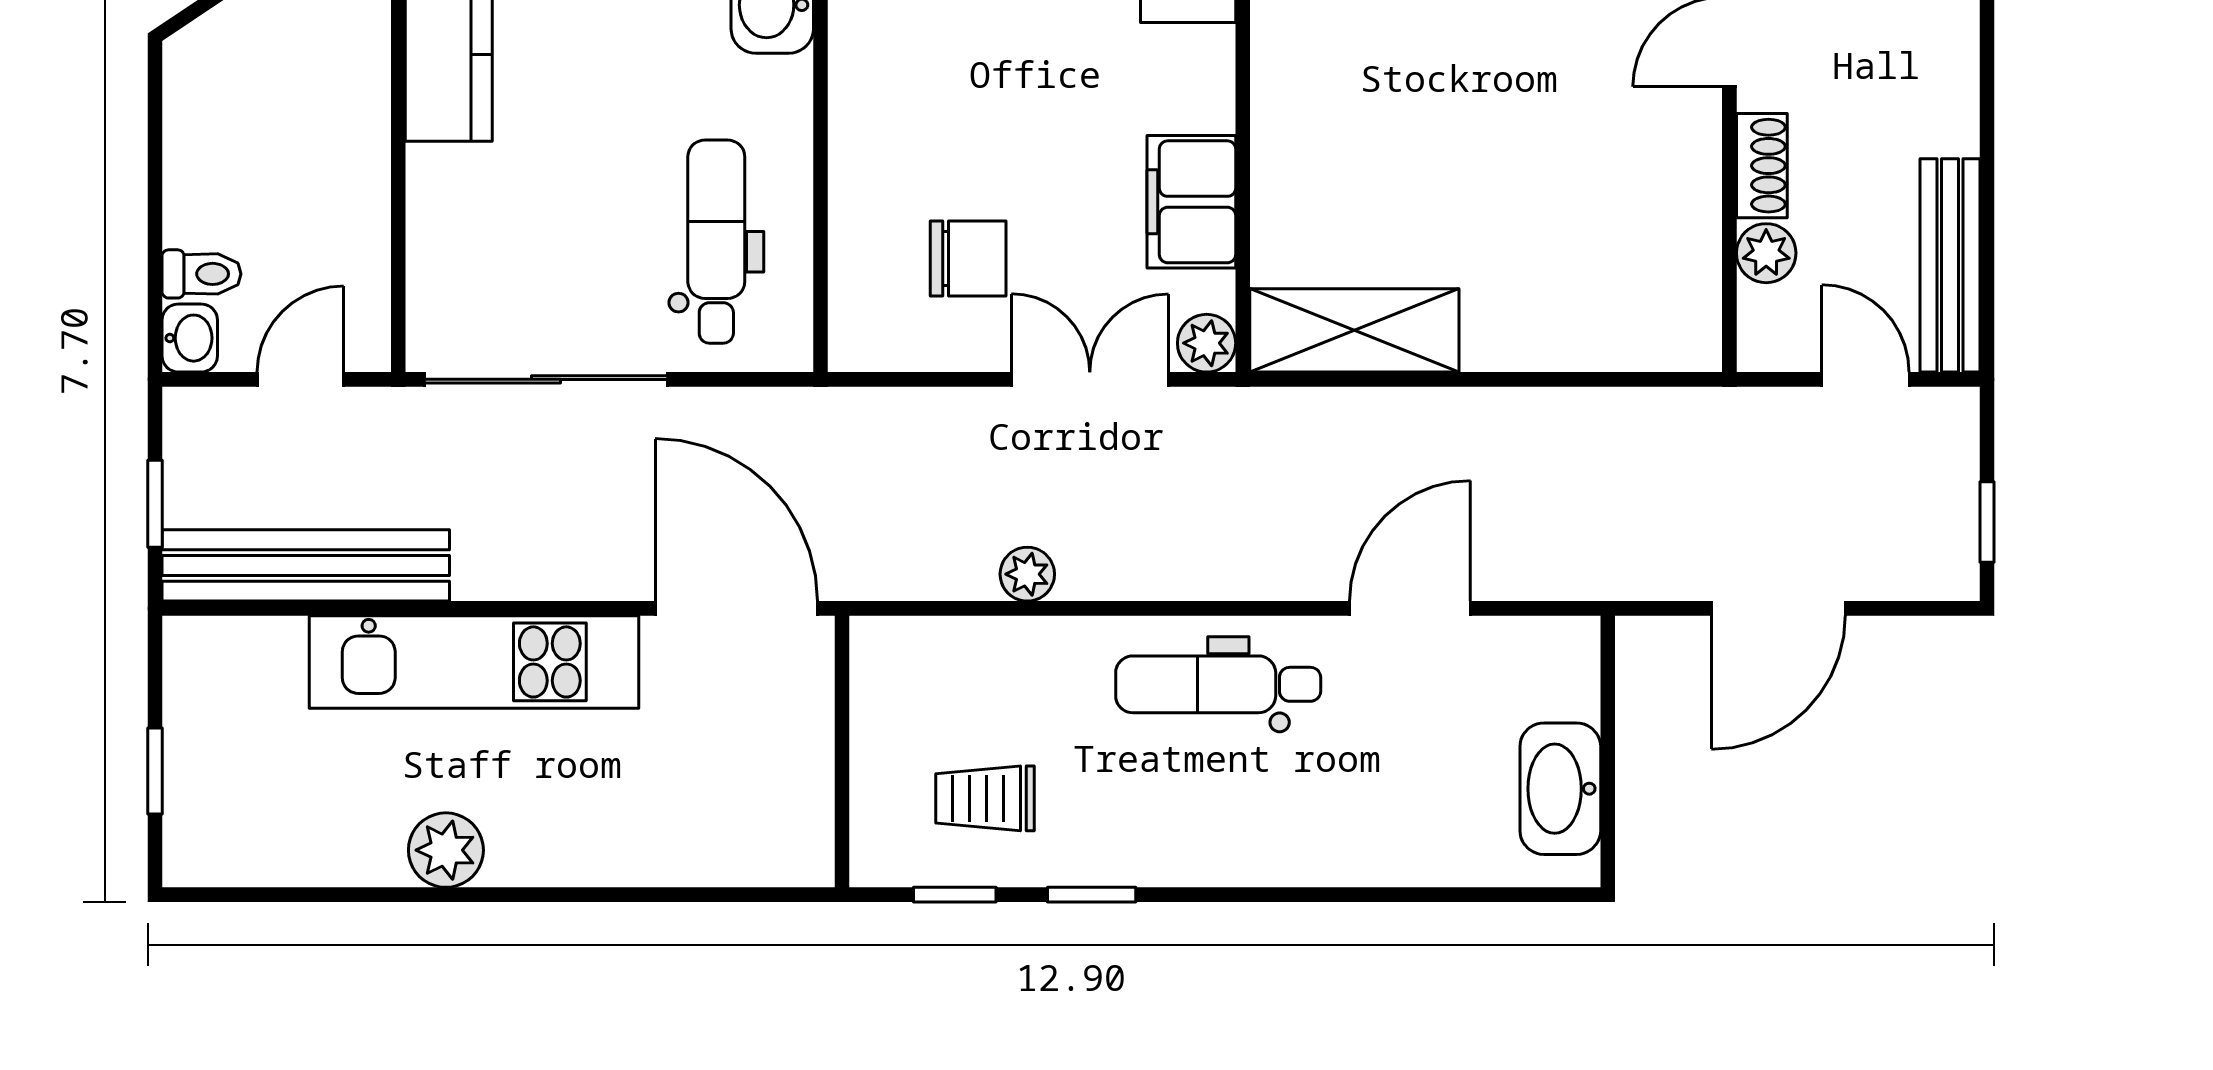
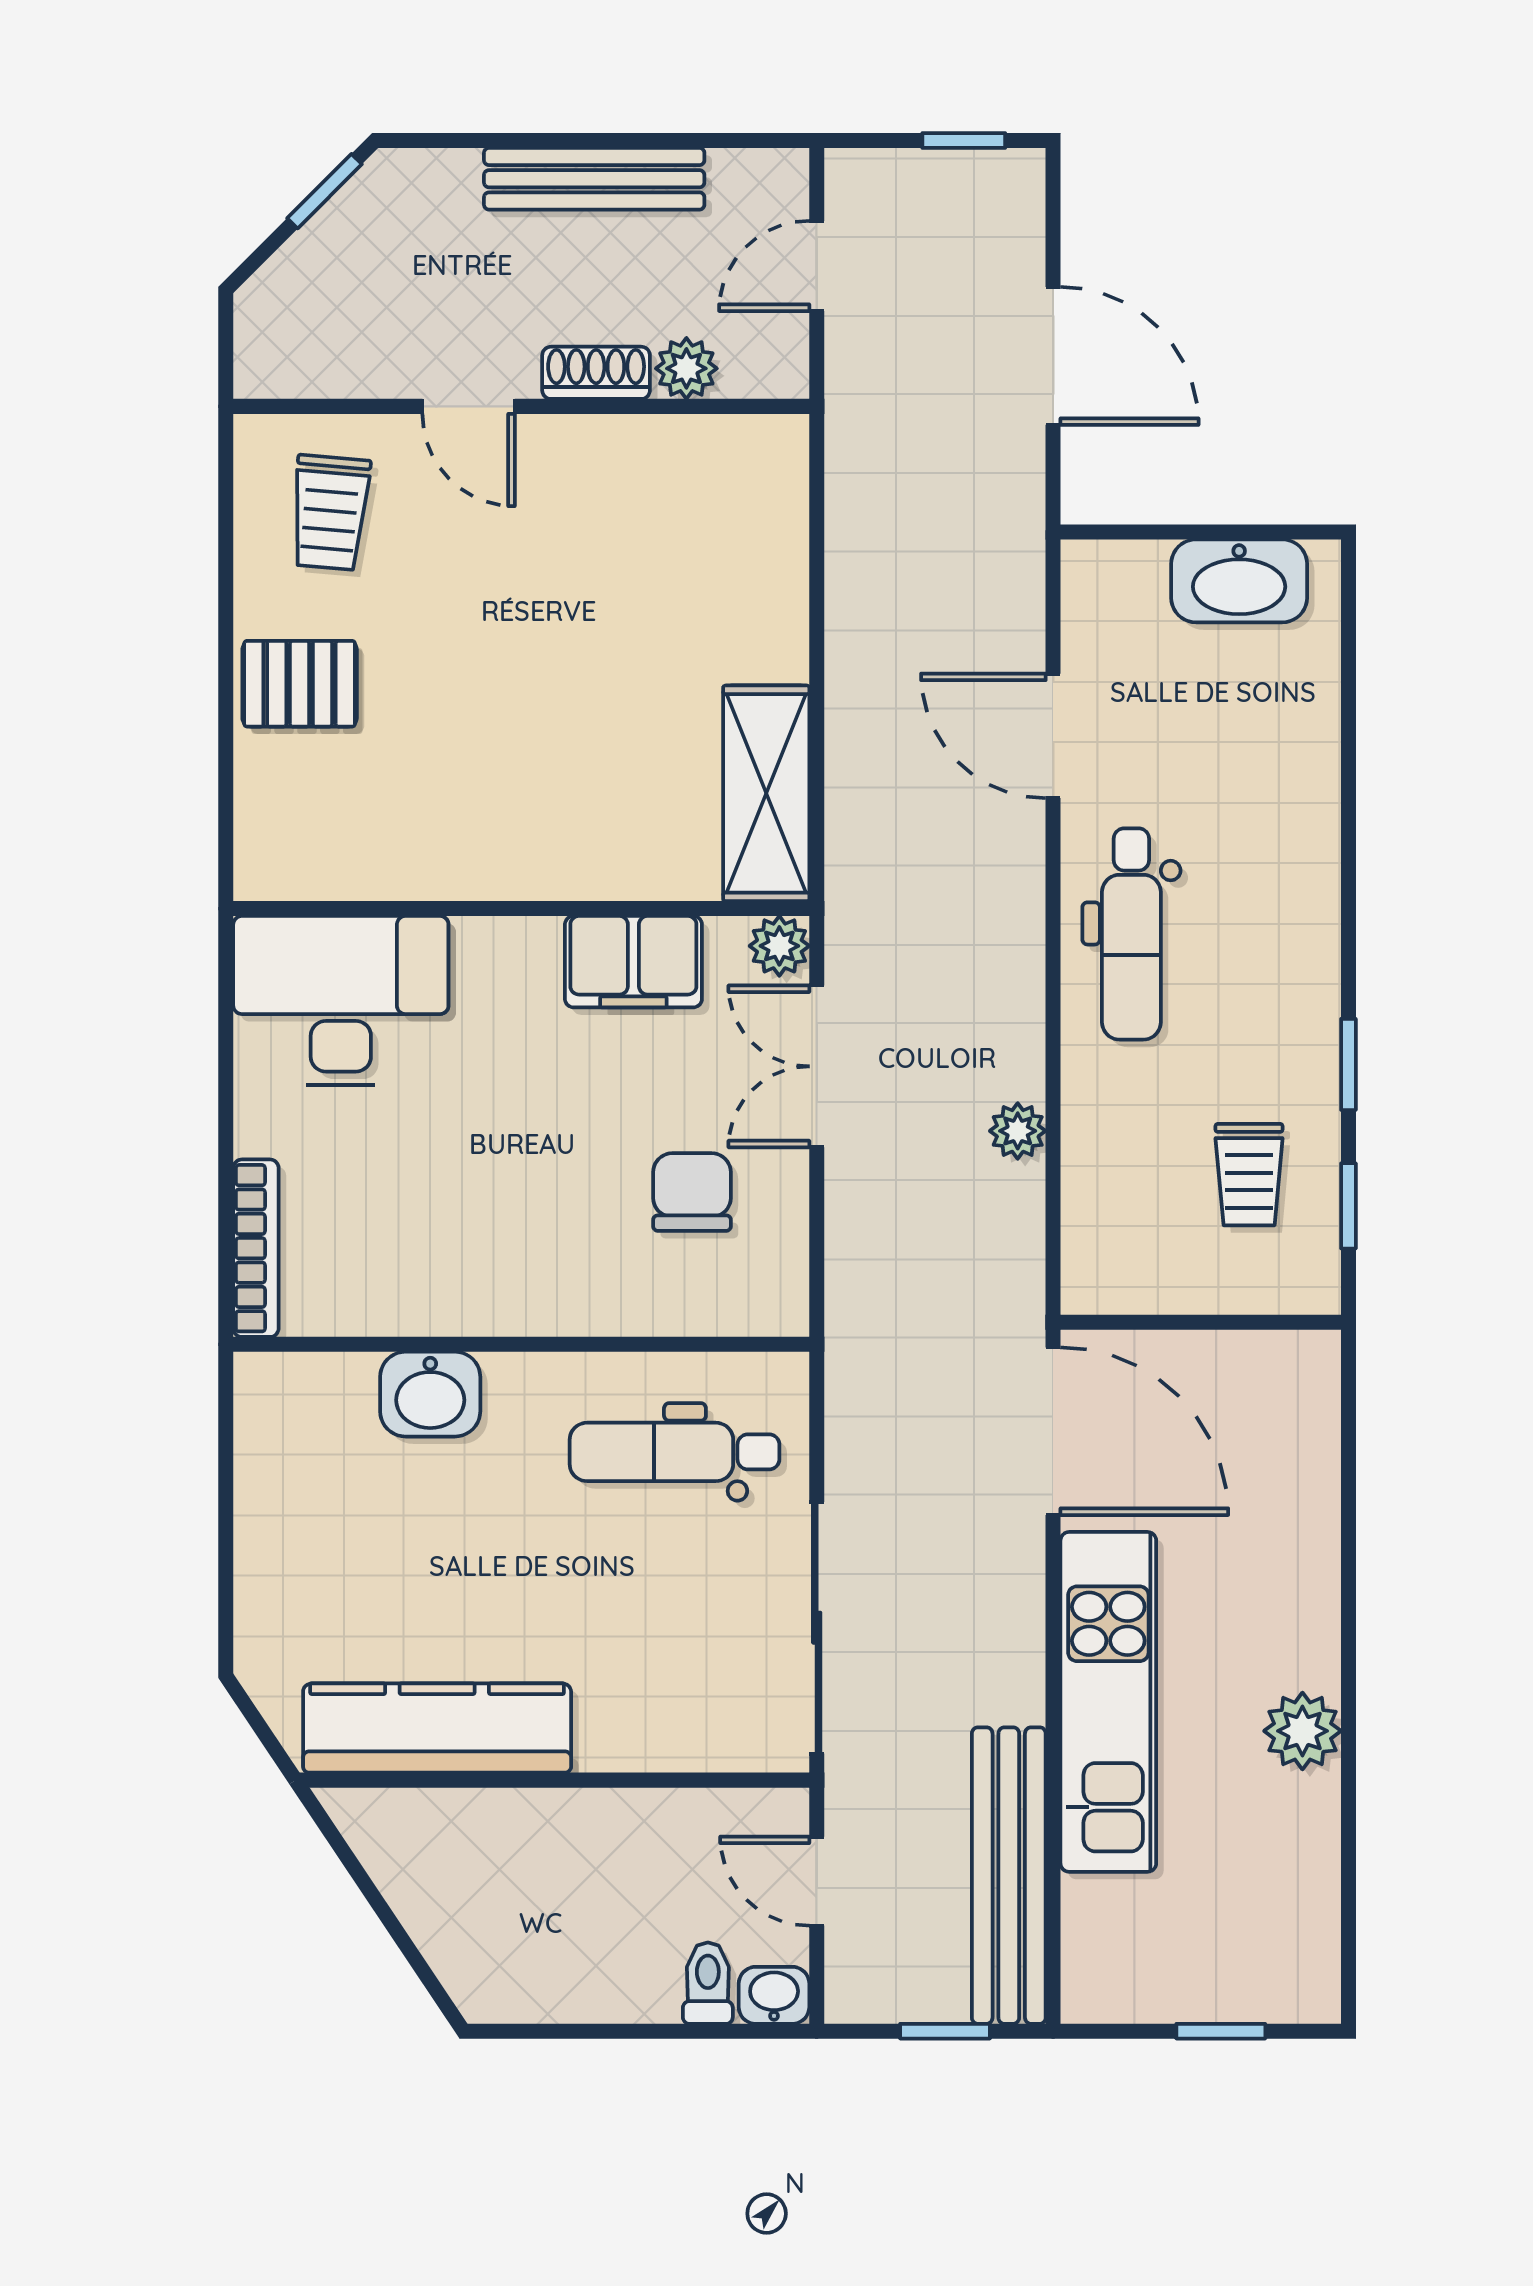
bench: (1950, 265) -> (594, 179), moved
door: (736, 608) -> (1053, 1431), swing flipped

